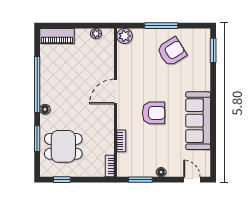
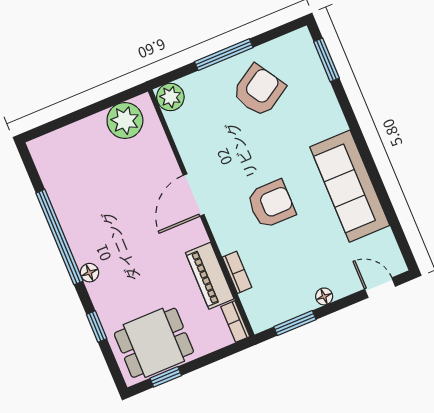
plant: (96, 34) -> (125, 120), width x1.88, depth x1.88
piano: (57, 36) -> (210, 276), moved, turned 90
window: (37, 139) -> (97, 326), width x0.67
dining table: (63, 146) -> (154, 343), moved

